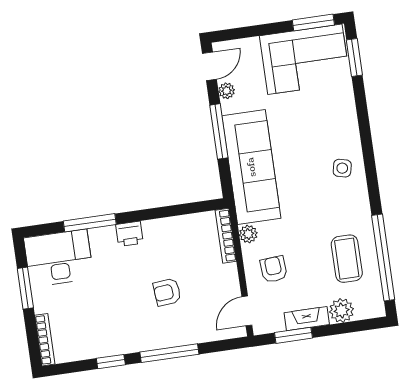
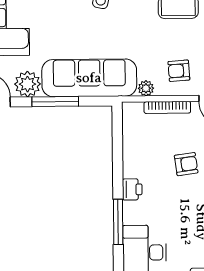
plant: (227, 91) -> (28, 84), width x1.87, depth x1.87
bookcase: (226, 236) -> (167, 107), moved
armchair: (167, 292) -> (186, 164), turned -93

